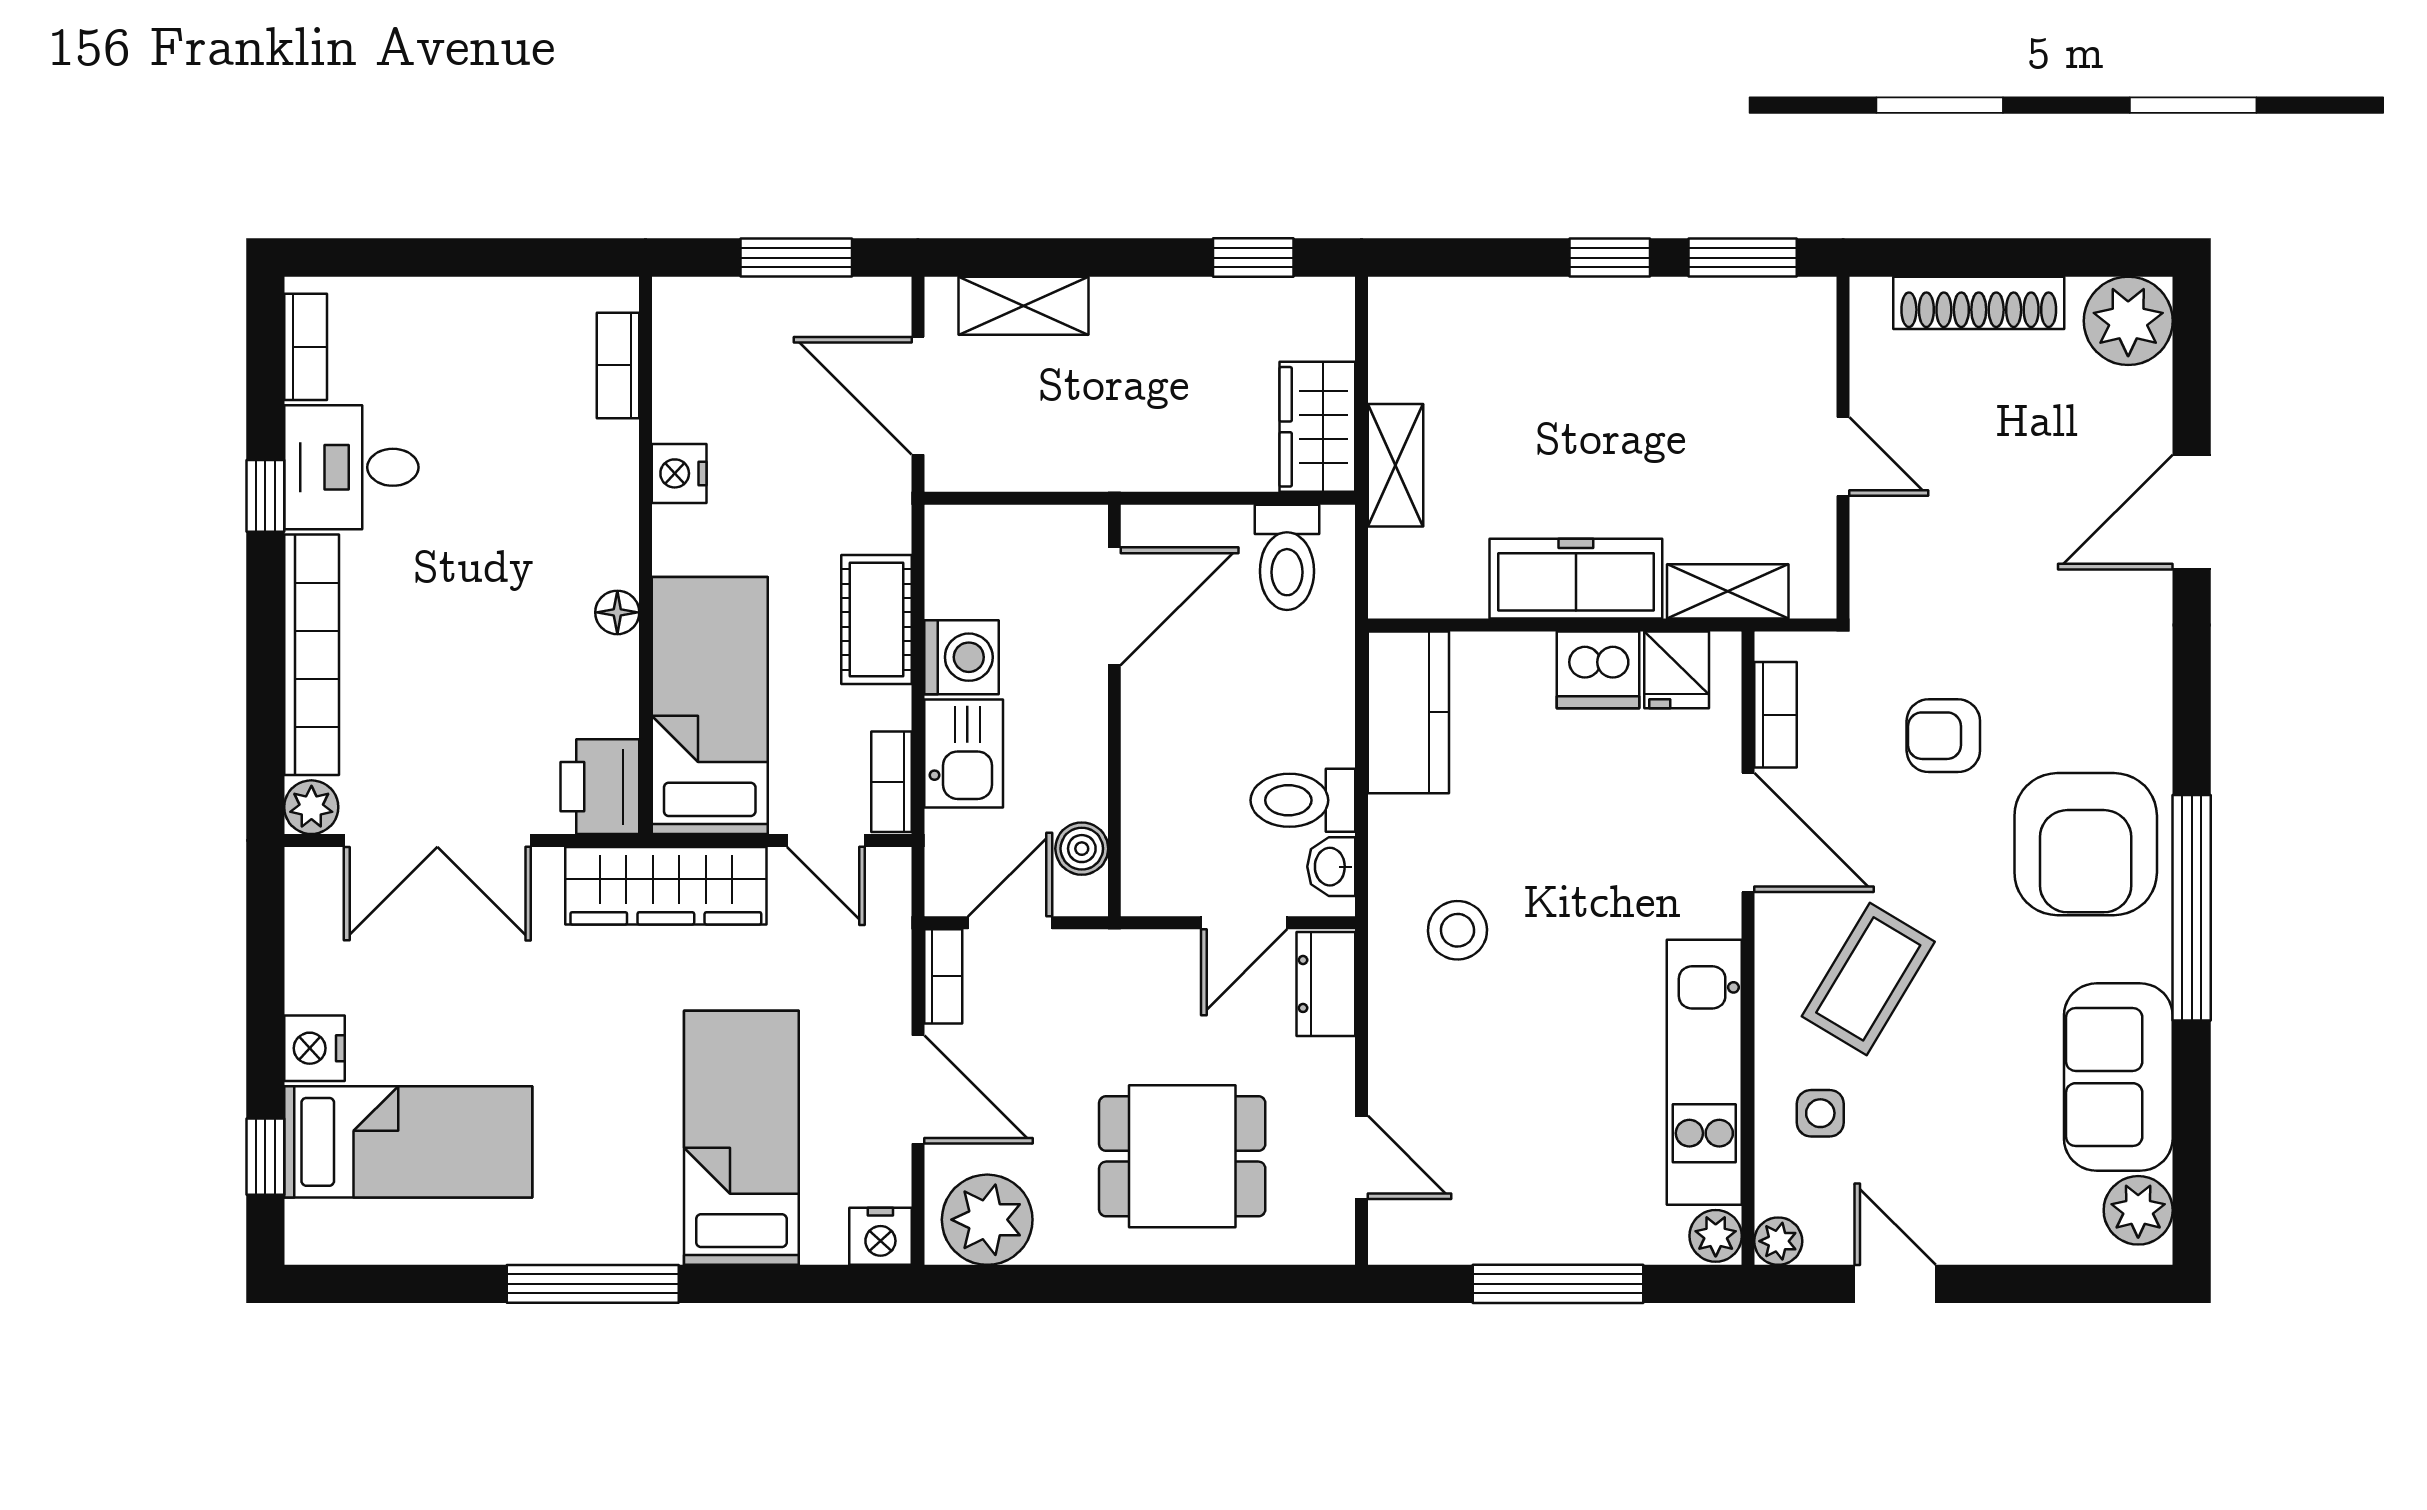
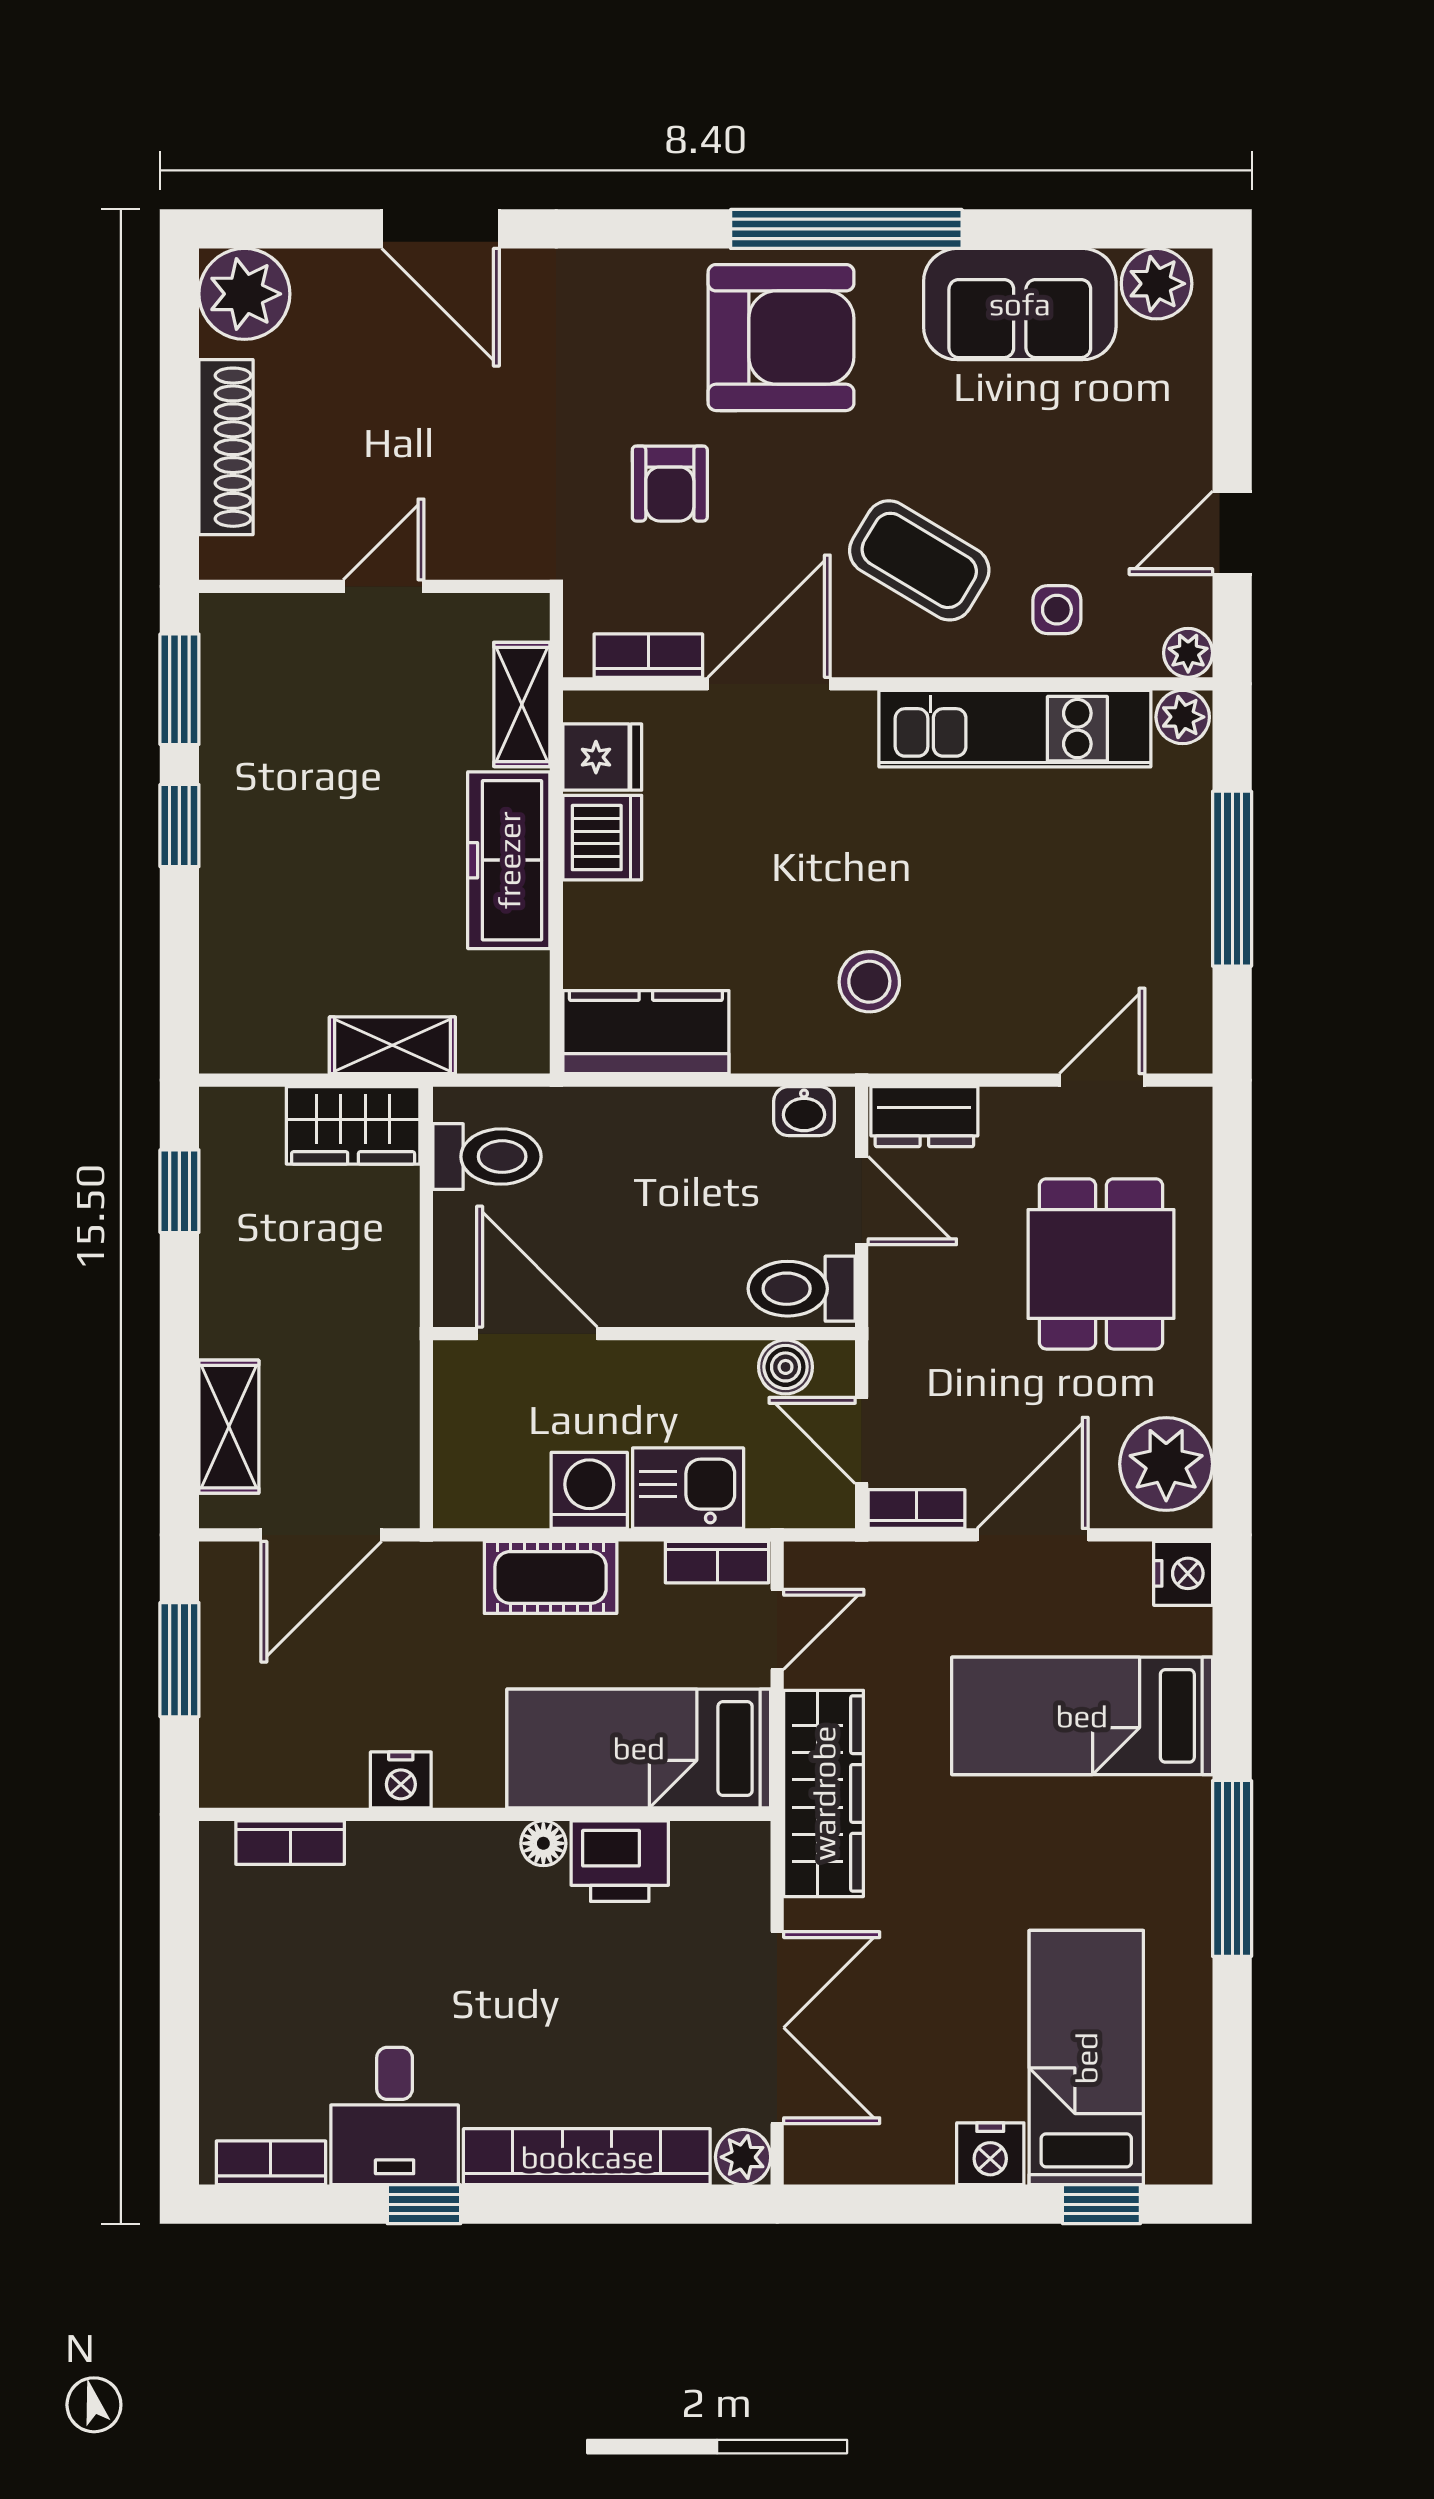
printer: (600, 787) -> (620, 1861), moved
toilet: (1303, 800) -> (802, 1289), moved, turned 90

